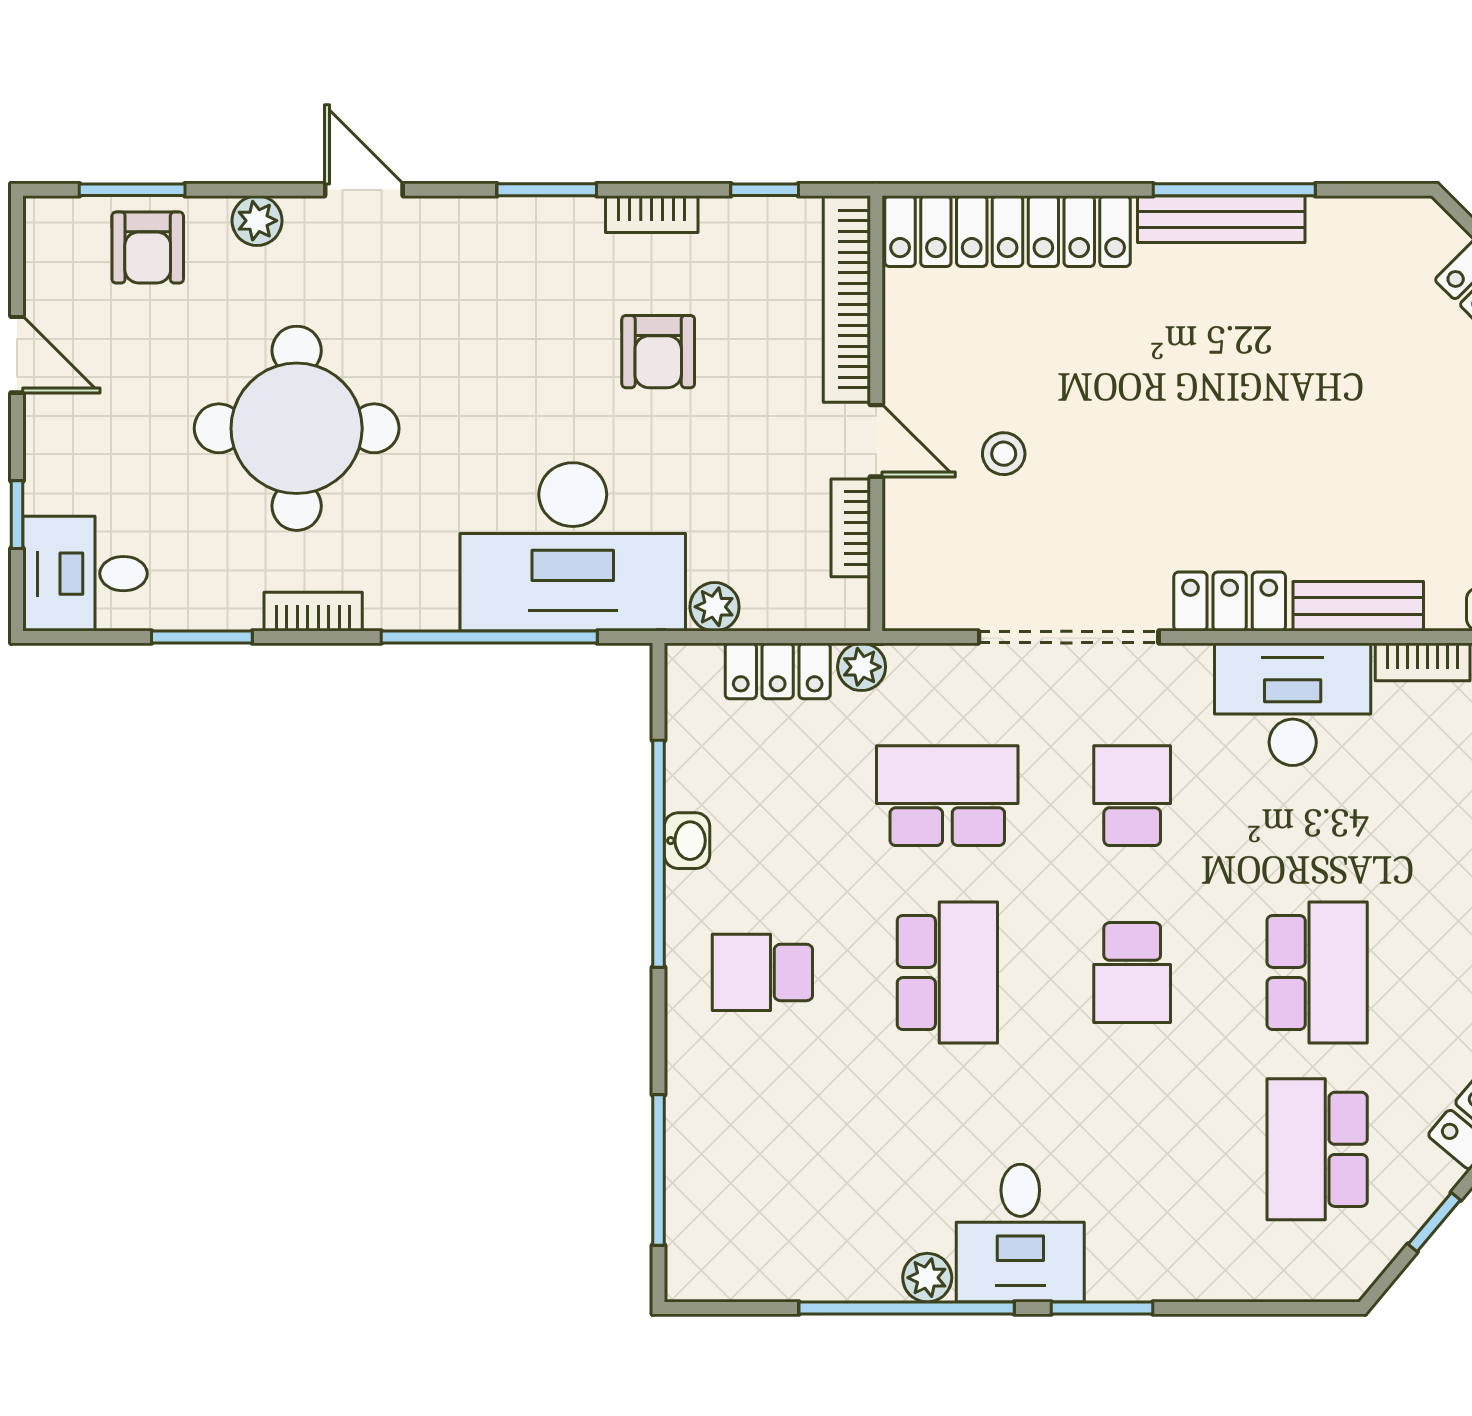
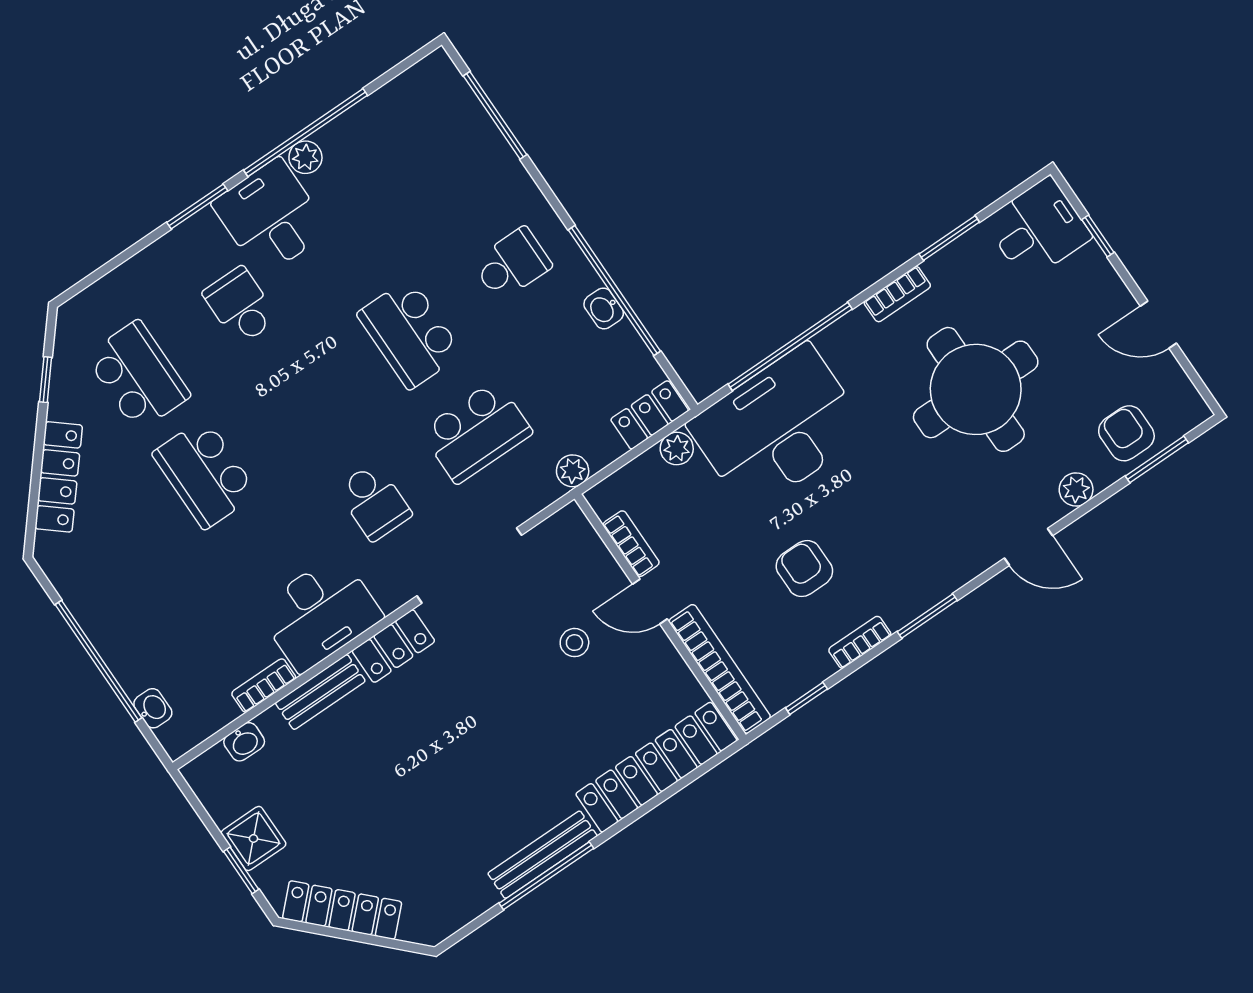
locker: (778, 671) -> (650, 415), moved
school desk: (1132, 972) -> (240, 306), moved

